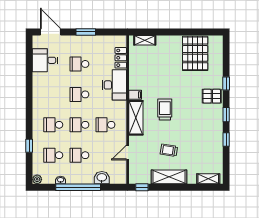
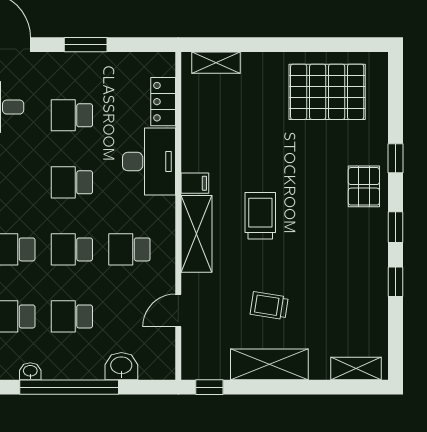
pallet: (195, 53) -> (327, 92), turned 90
pallet: (212, 96) -> (364, 186), turned 90

